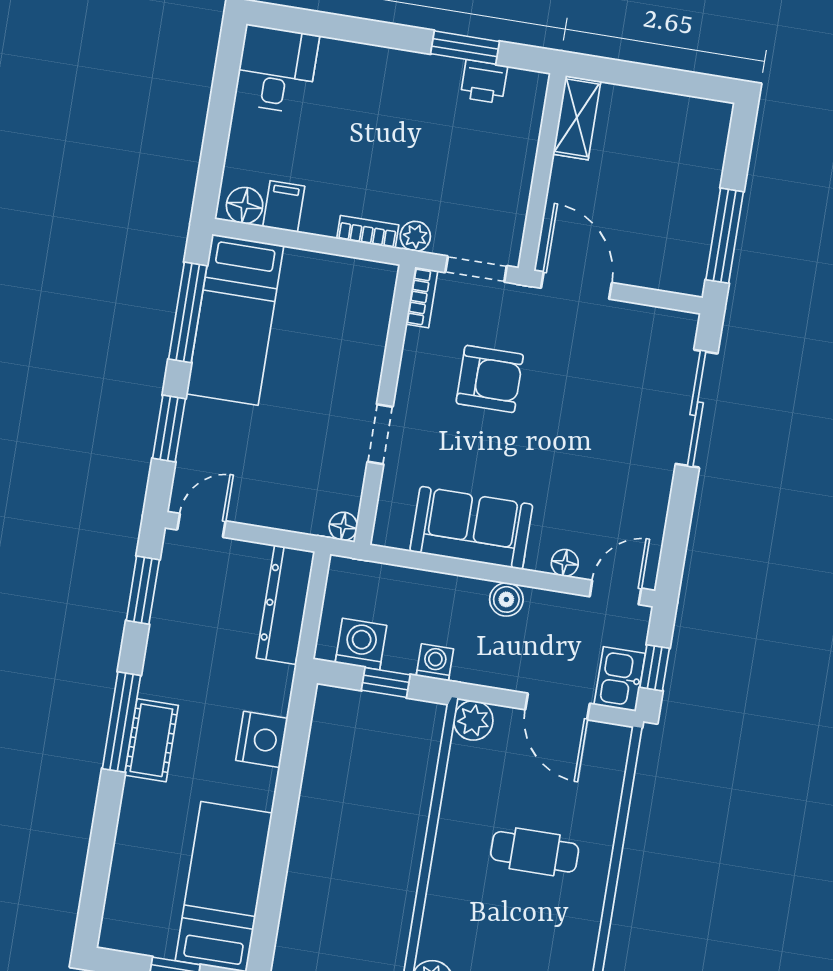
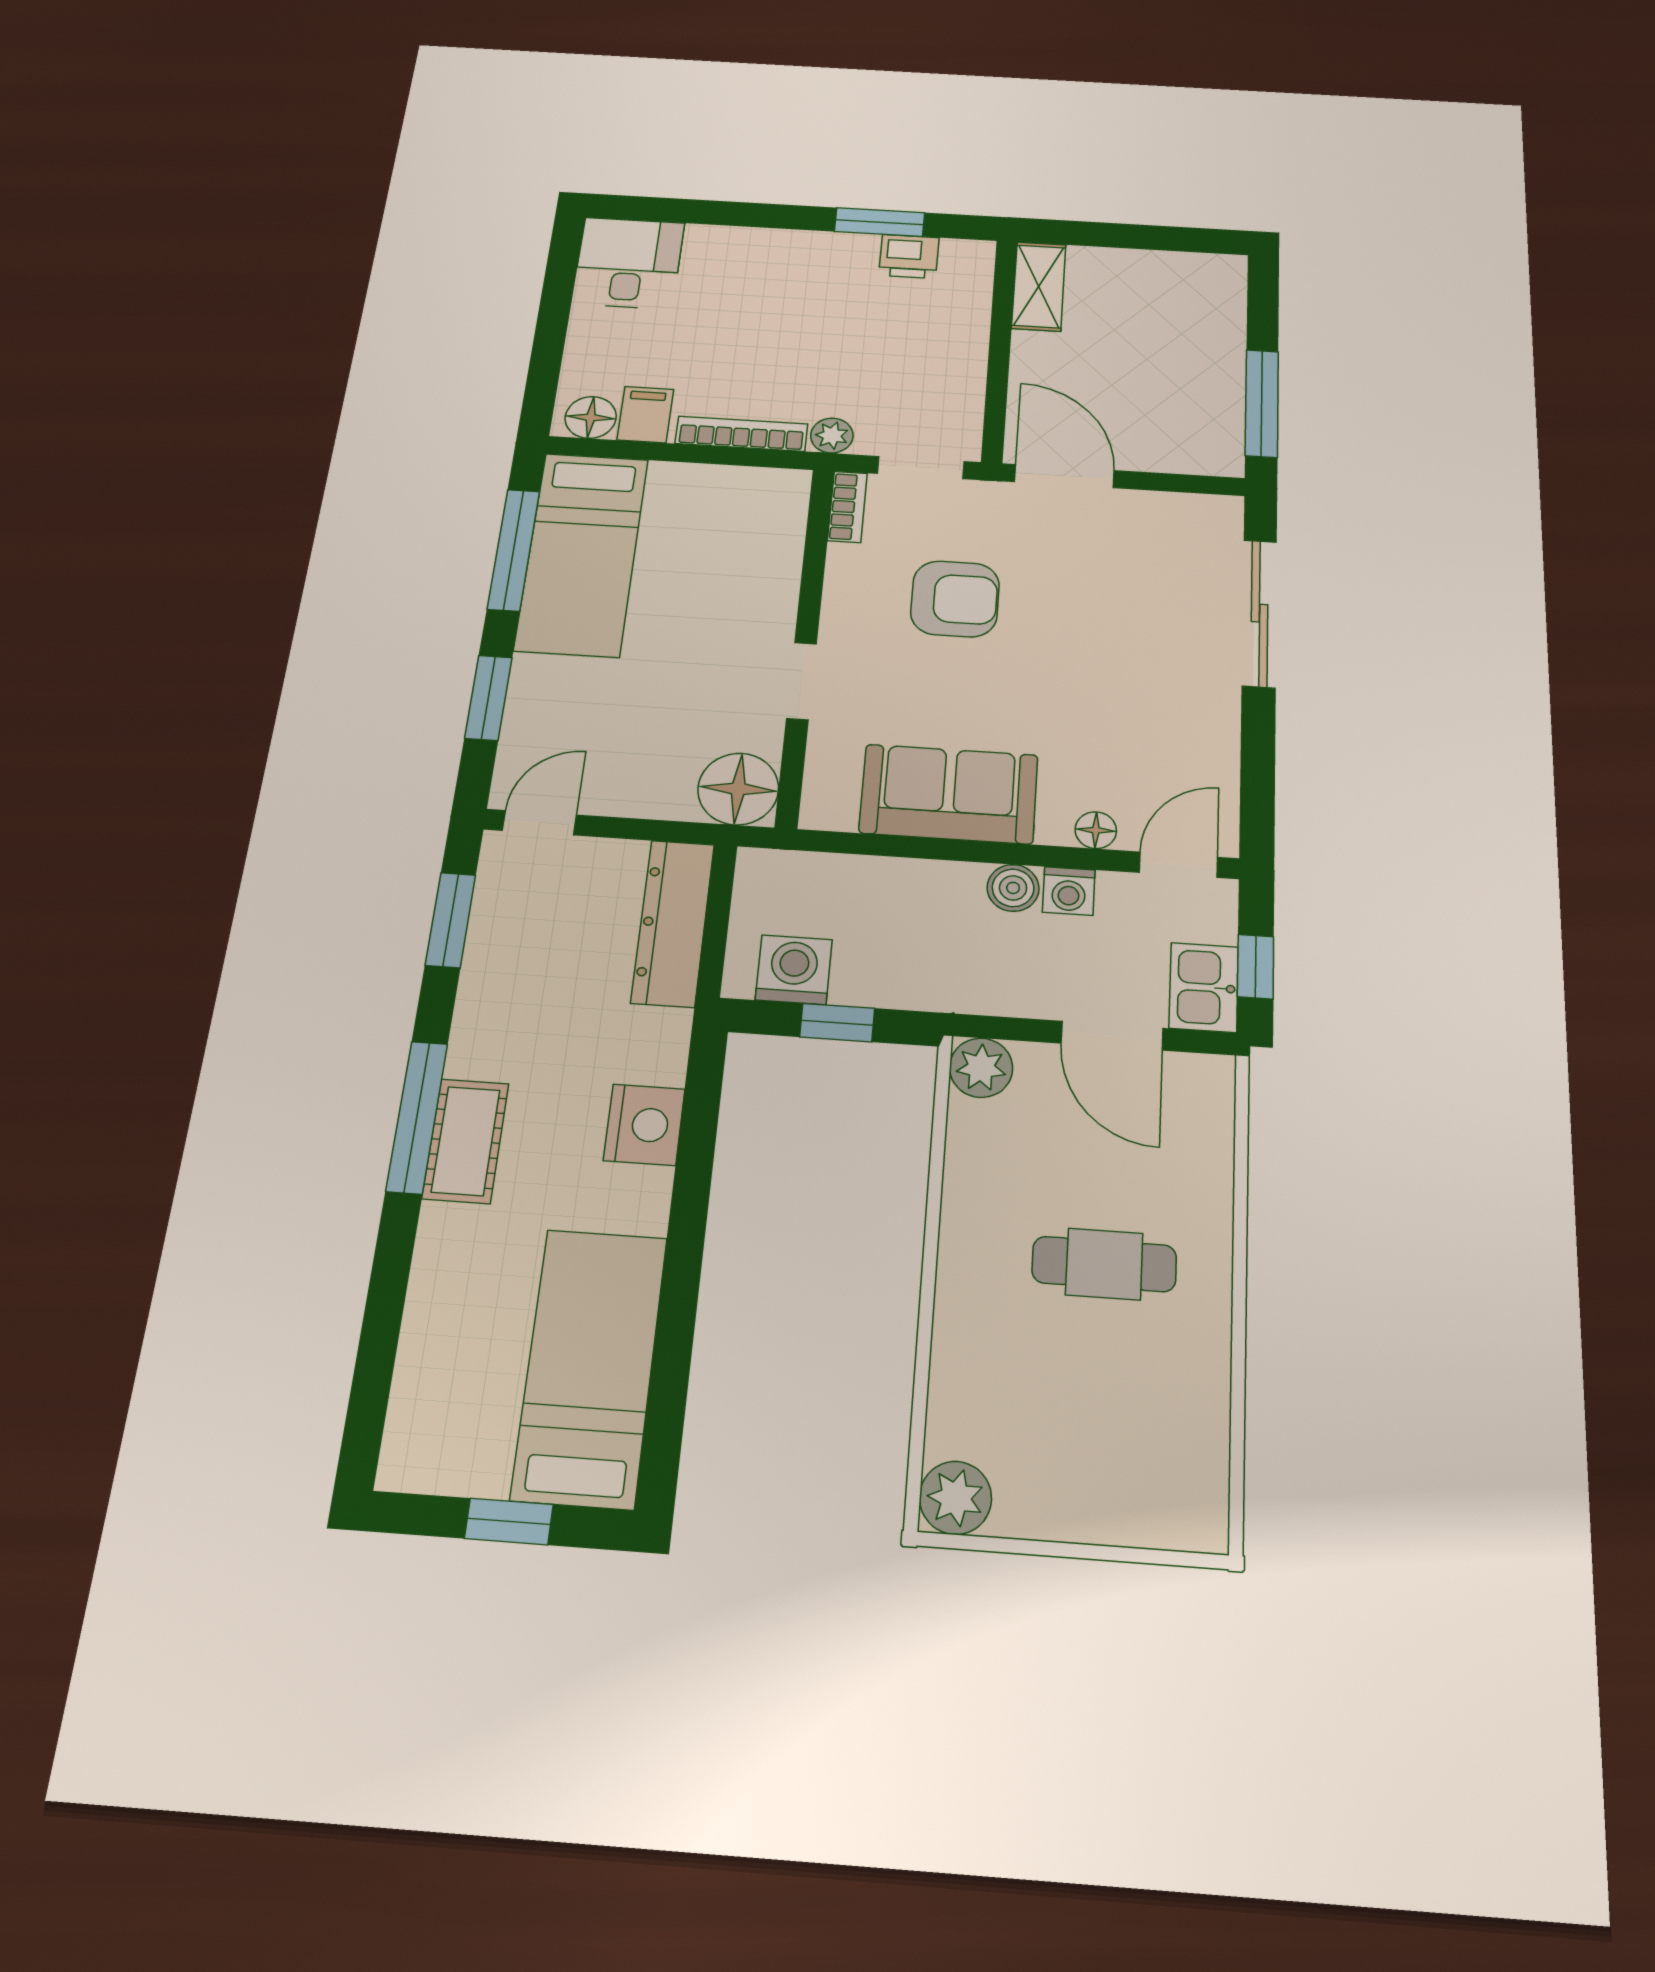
bookcase: (368, 232) -> (741, 434), width x1.56
floor lamp: (343, 526) -> (738, 789), width x1.89, depth x1.89
washing machine: (435, 662) -> (1069, 891), moved, turned 180

